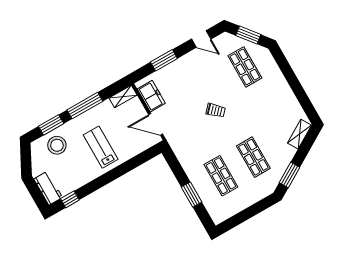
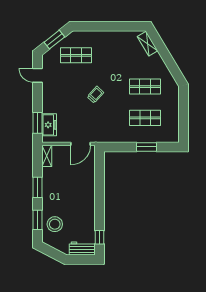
door: (201, 39) -> (38, 75), swing flipped
window: (164, 60) -> (38, 123), moved
freezer: (151, 96) -> (49, 125), moved, turned 90
window: (85, 106) -> (38, 187), width x0.69
lab bench: (101, 147) -> (74, 193), removed
window: (289, 175) -> (173, 68), removed

